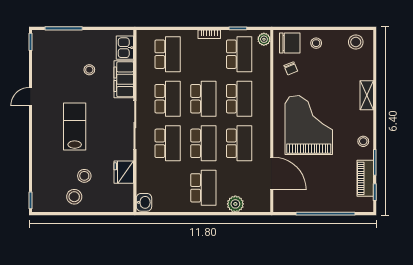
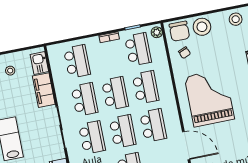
chair: (290, 43) -> (179, 31), turned 90
stool: (316, 43) -> (202, 27), width x1.89, depth x1.89
stool: (89, 70) -> (10, 71), moved

